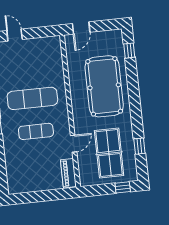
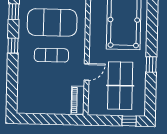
exercise mat: (32, 98) -> (52, 22), width x1.47
window: (139, 146) -> (151, 64), moved

